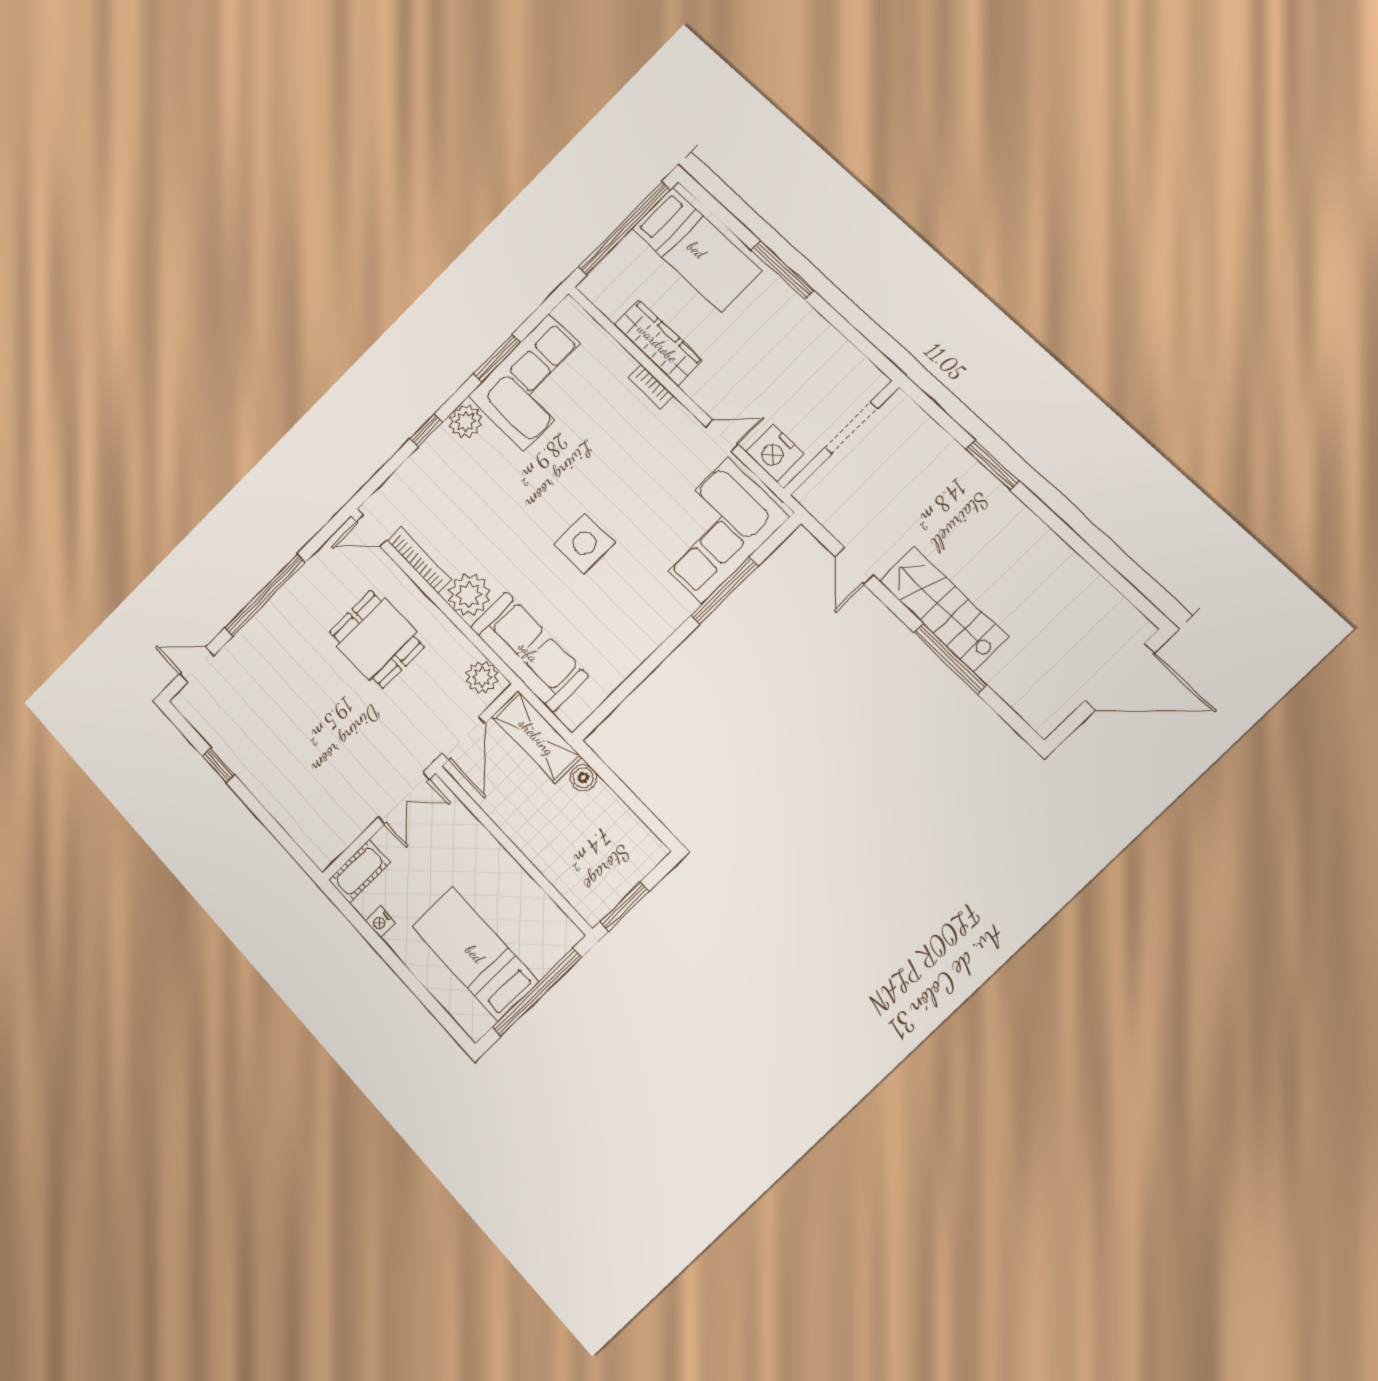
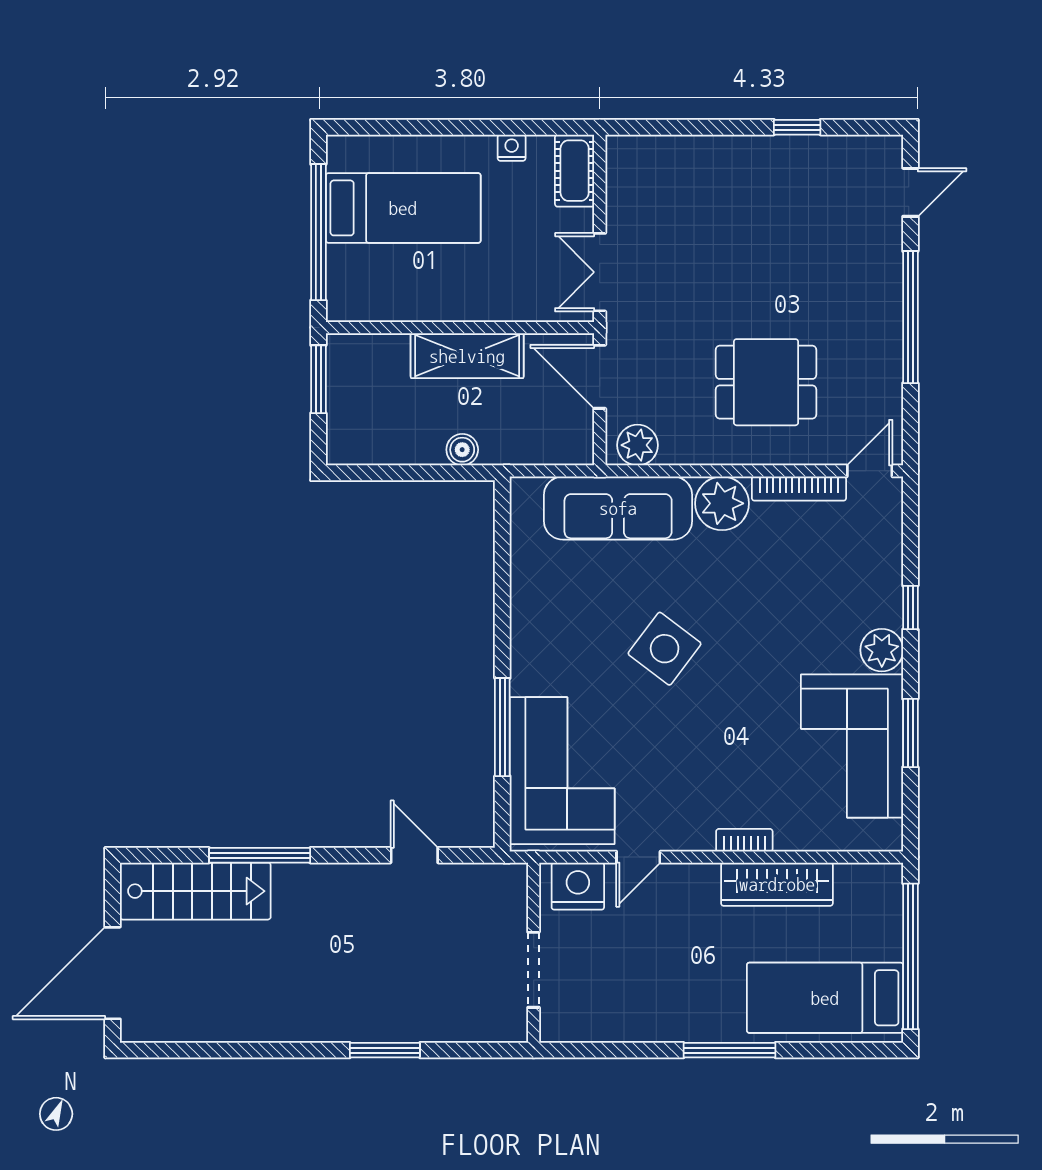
side table: (585, 543) -> (665, 649), turned 37
stairs: (943, 609) -> (195, 891), moved
shelving: (537, 737) -> (467, 356), moved

